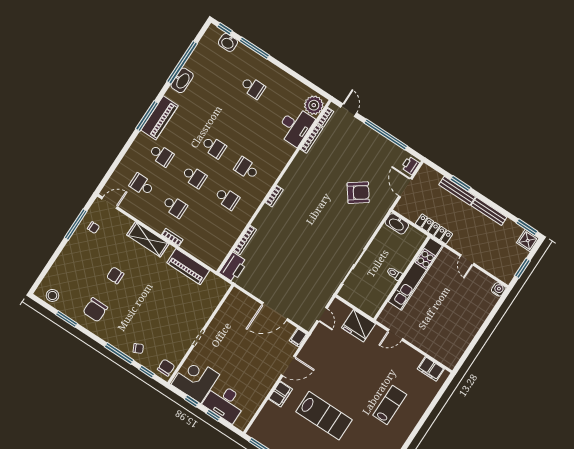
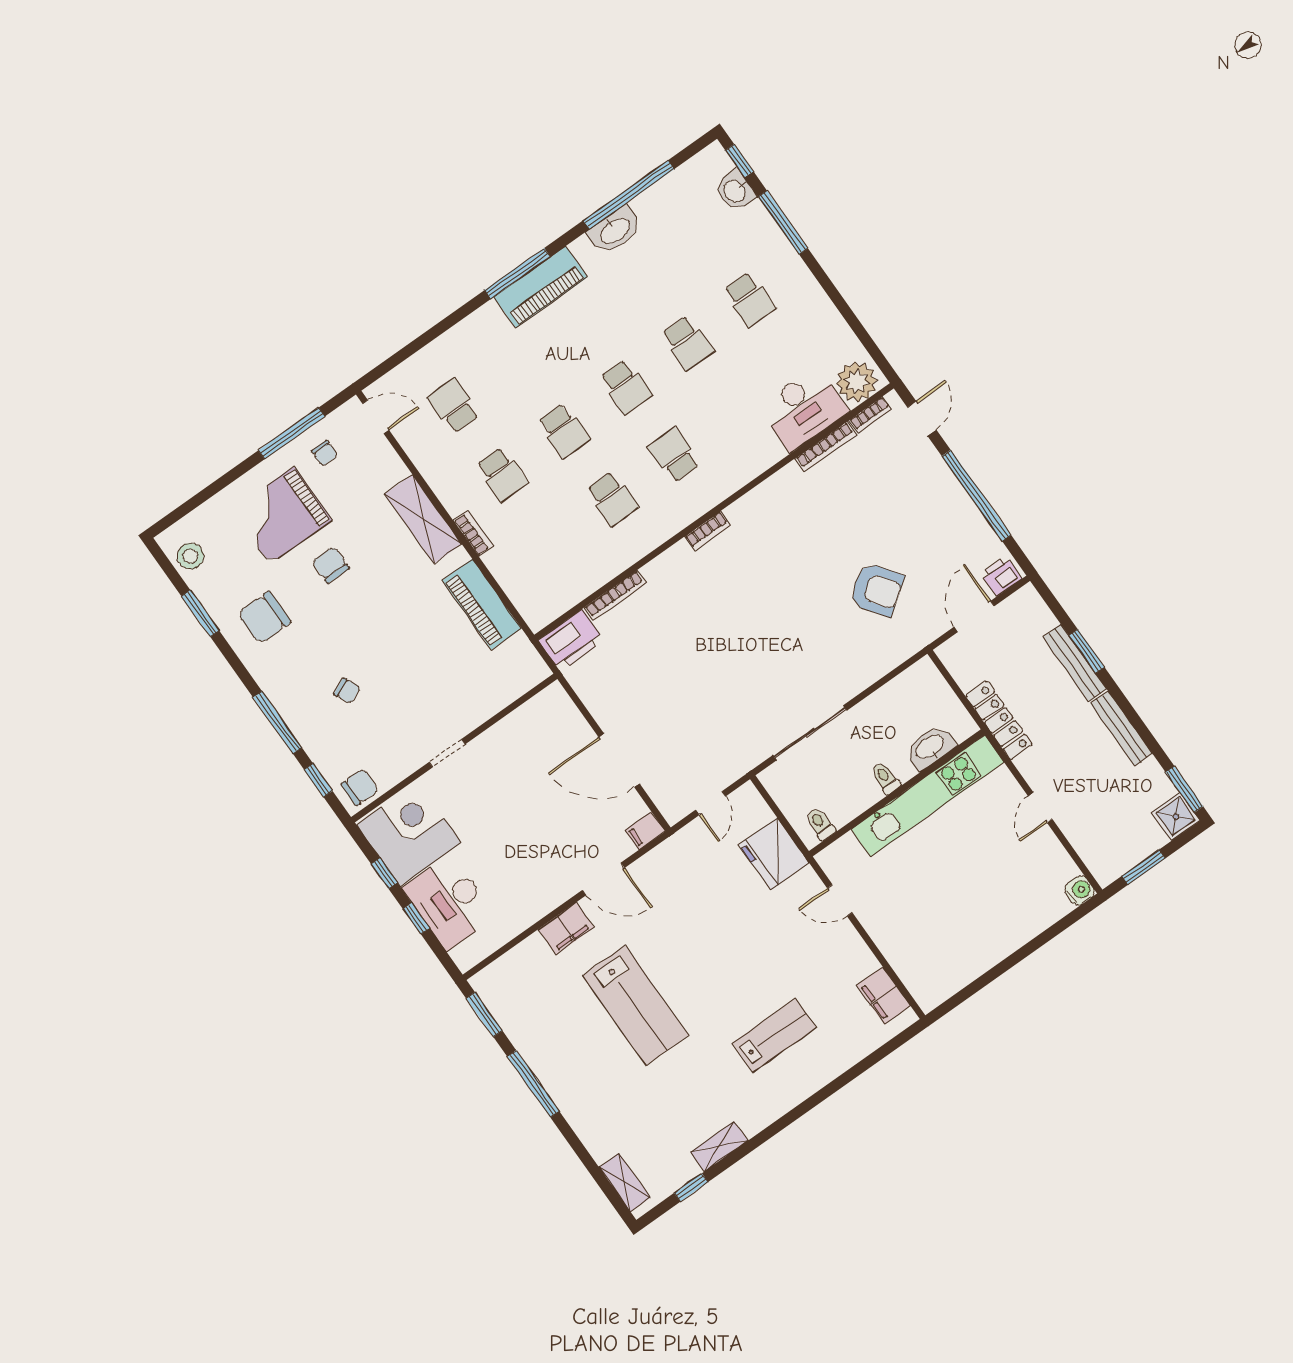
school desk: (161, 155) -> (687, 343), moved
washbasin: (397, 224) -> (930, 747), moved, turned 90
grand piano: (85, 262) -> (282, 516), added
toilet: (374, 305) -> (820, 824), added
chair: (138, 348) -> (347, 691), moved

